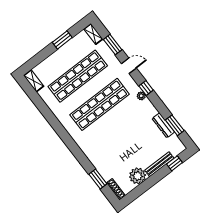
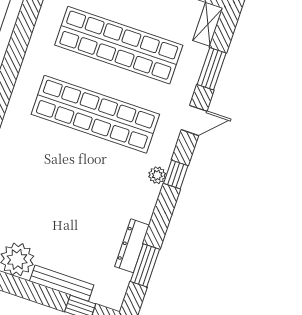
door: (129, 66) -> (194, 120), hinge flipped

